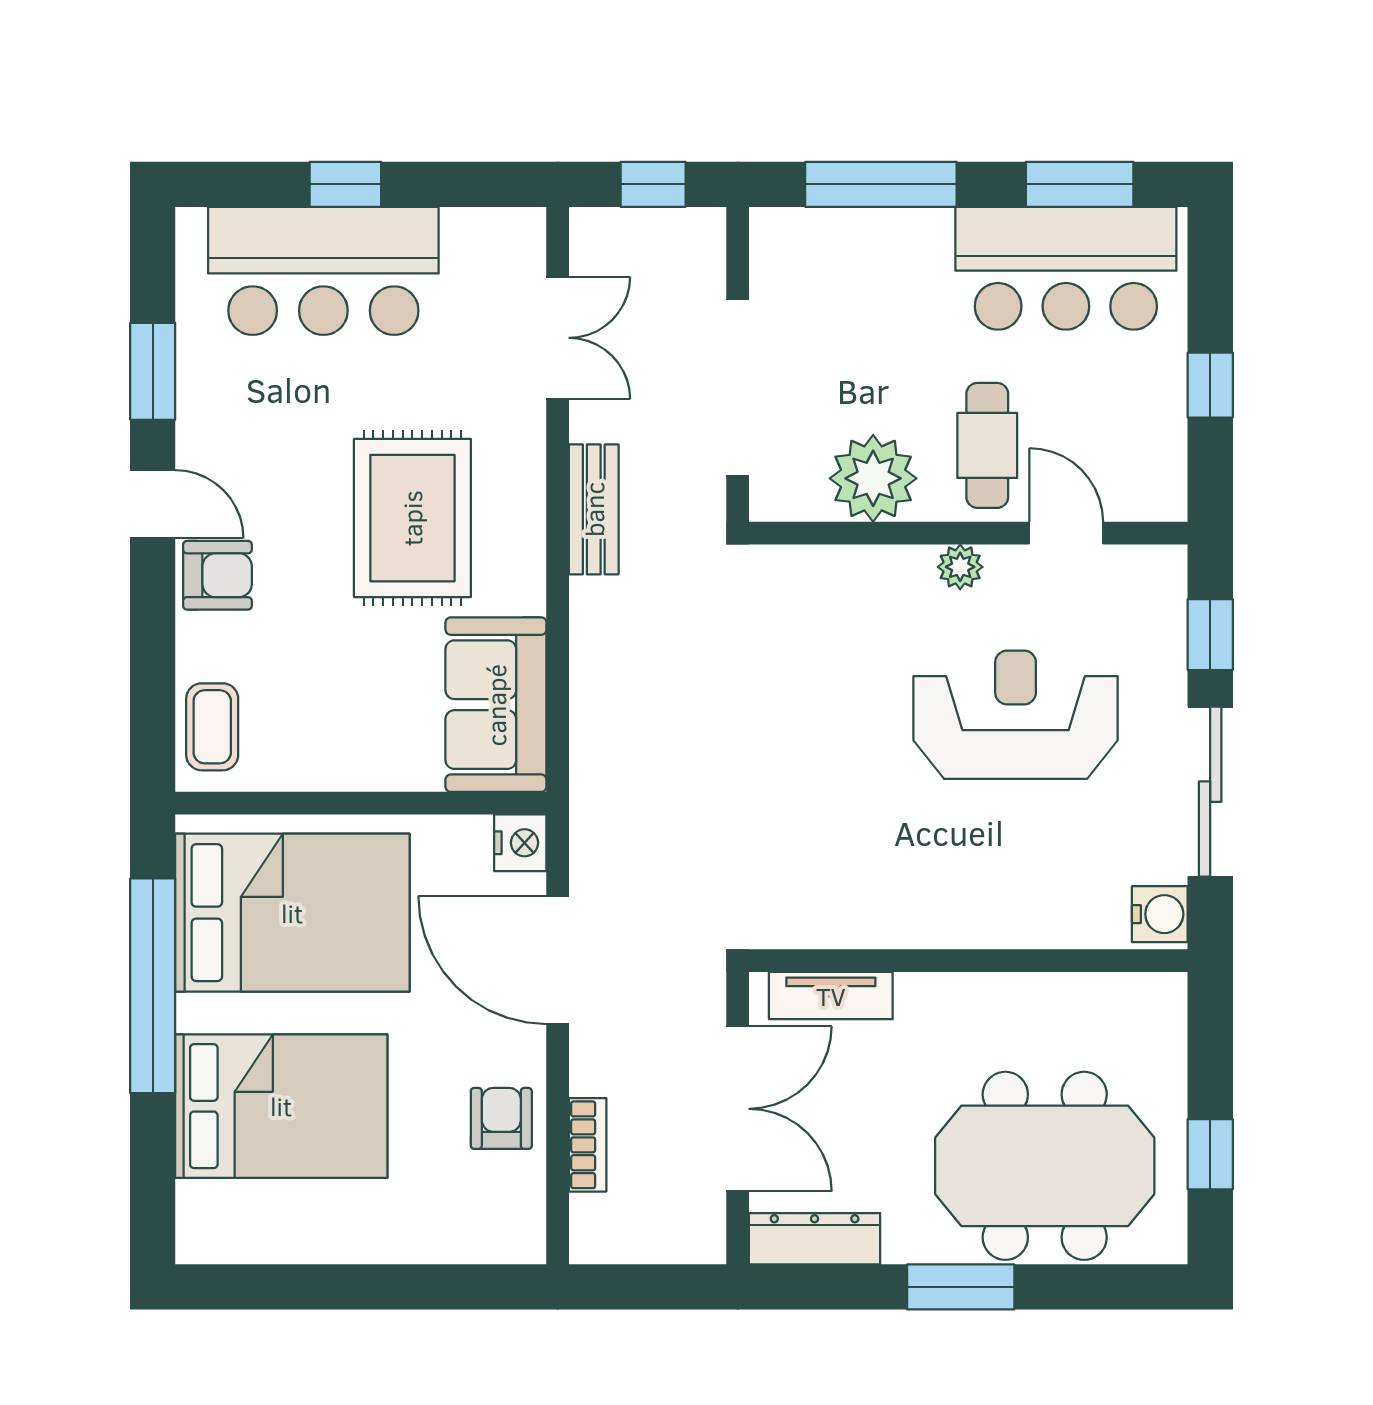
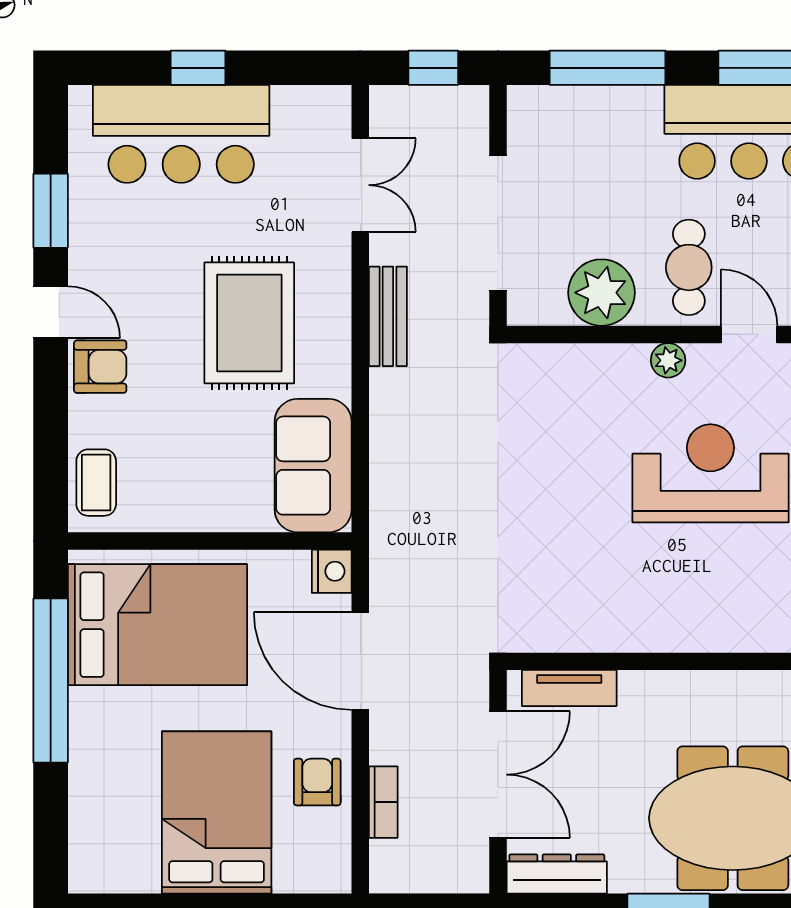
bed: (281, 1106) -> (217, 812), moved, turned -90

